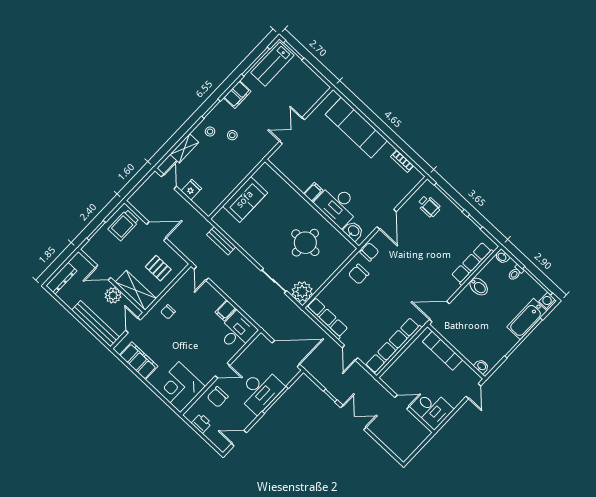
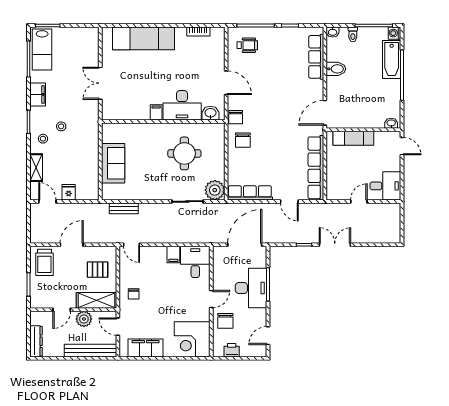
chair: (369, 252) -> (236, 117), turned 180

